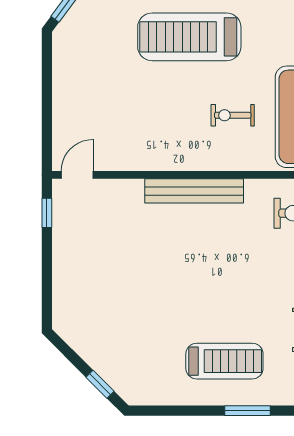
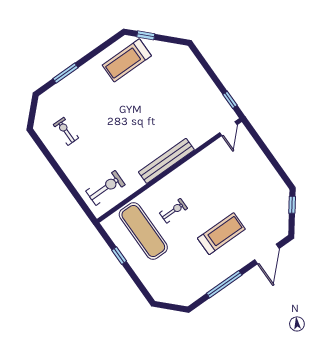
treadmill: (189, 37) -> (221, 234), width x0.73, depth x0.73
treadmill: (224, 361) -> (127, 60), moved

